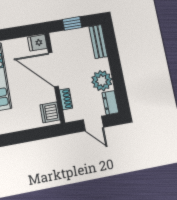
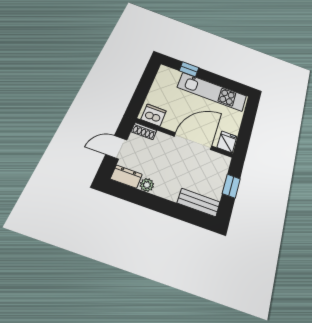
plant: (102, 81) -> (147, 185), width x0.53, depth x0.53
shoe rack: (66, 99) -> (144, 131), moved

